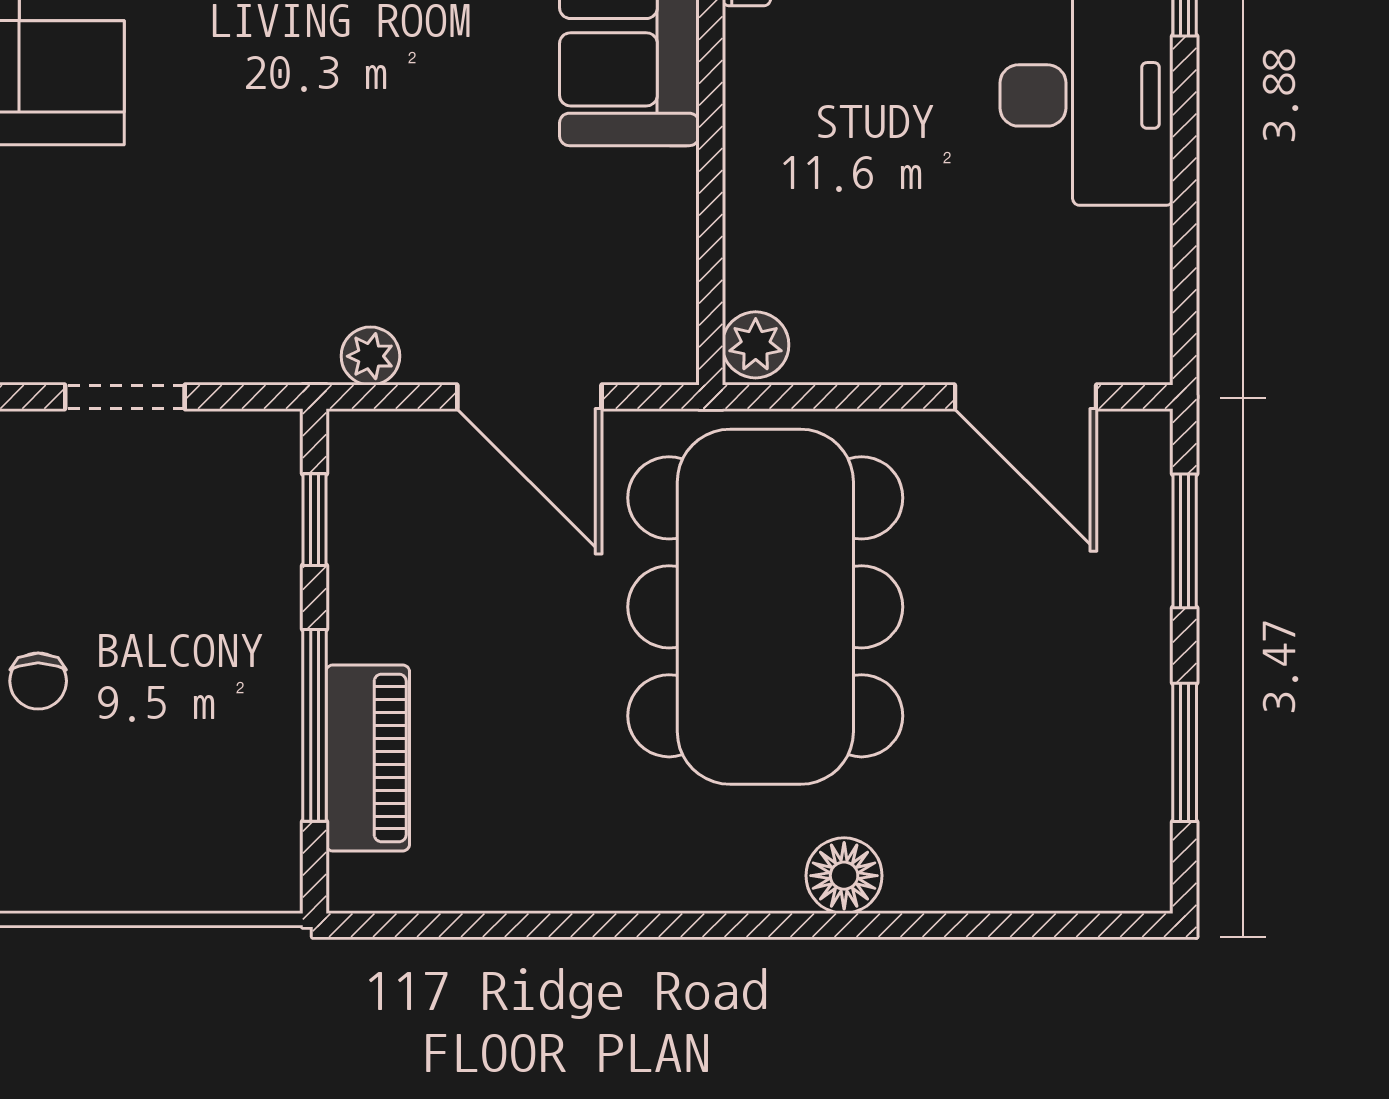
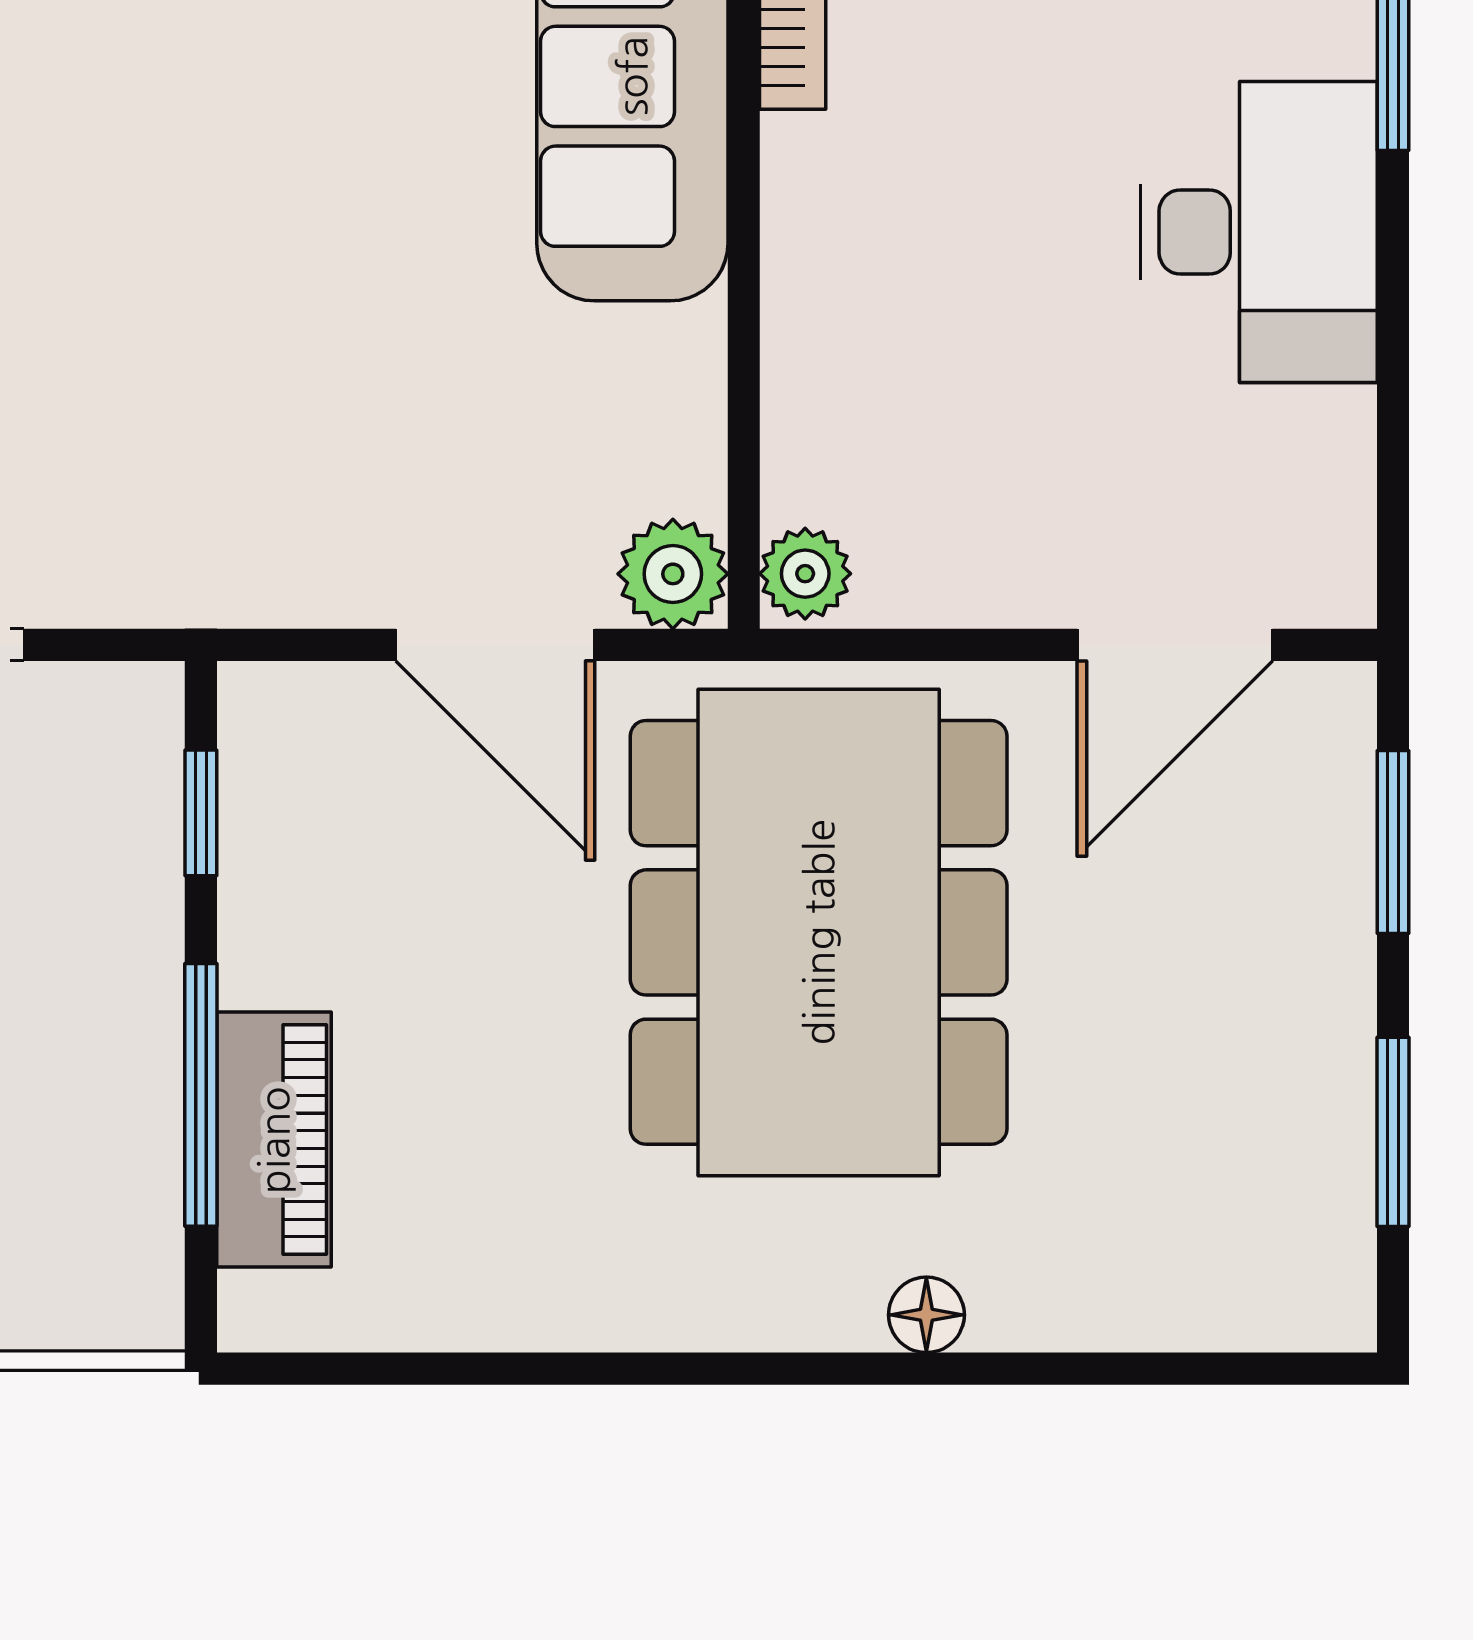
plant: (370, 356) -> (673, 574), moved, width x1.38, depth x1.38
door: (1025, 397) -> (1175, 645), hinge flipped
floor lamp: (844, 876) -> (926, 1315), width x0.73, depth x0.73

